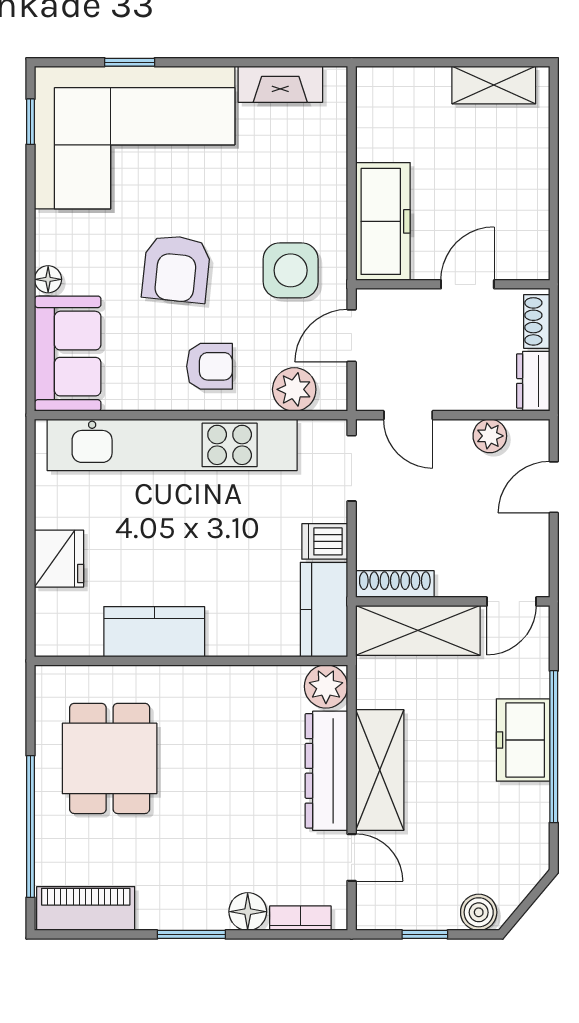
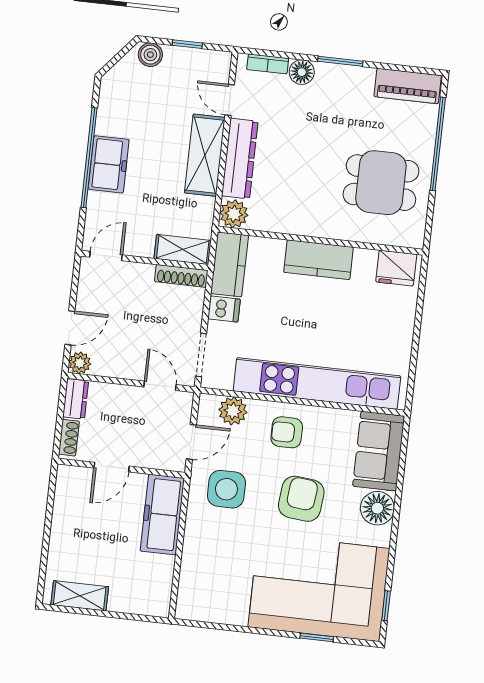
fireplace: (280, 84) -> (220, 612), removed
floor lamp: (48, 279) -> (377, 508), width x1.89, depth x1.89
plant: (490, 436) -> (80, 363), moved
fridge: (59, 559) -> (396, 268), moved, turned -90
shelving: (418, 630) -> (183, 250), width x0.67, depth x0.75
kitchen counter: (154, 632) -> (318, 260), moved
dining table: (110, 758) -> (381, 183), turned 90

